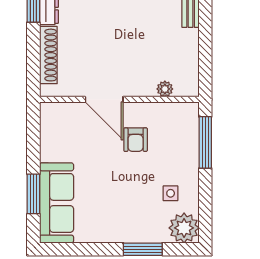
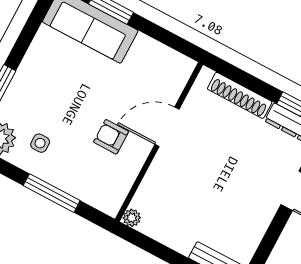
plant: (165, 89) -> (132, 218), moved
window: (205, 142) -> (52, 193), moved

